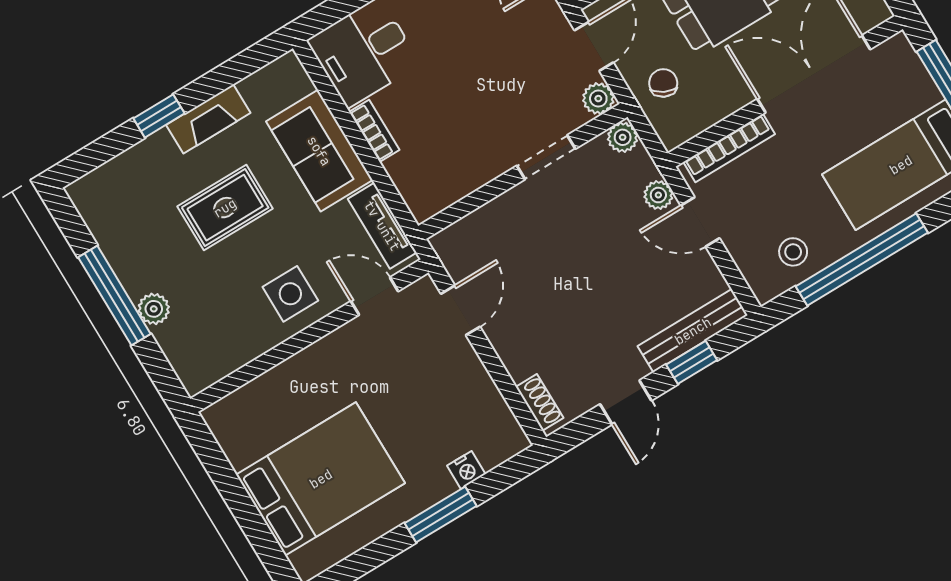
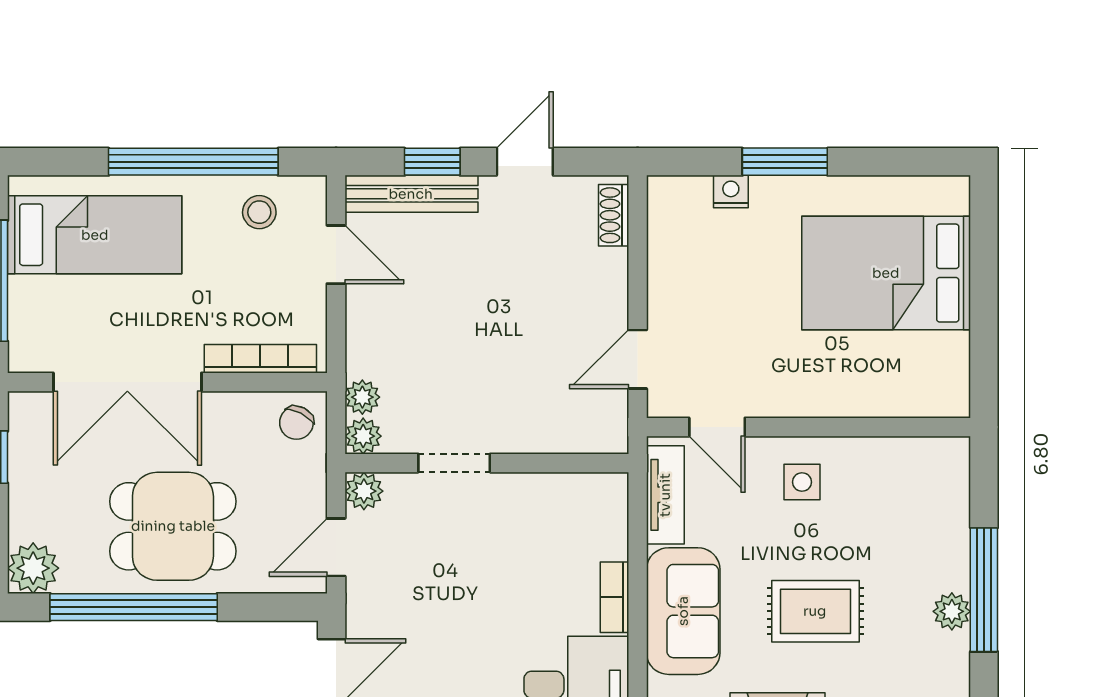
chair: (663, 83) -> (296, 423), moved
plant: (658, 195) -> (362, 397), moved
door: (700, 222) -> (336, 255), moved
side table: (290, 294) -> (802, 482), width x0.73, depth x0.73
plant: (154, 309) -> (952, 611), moved

